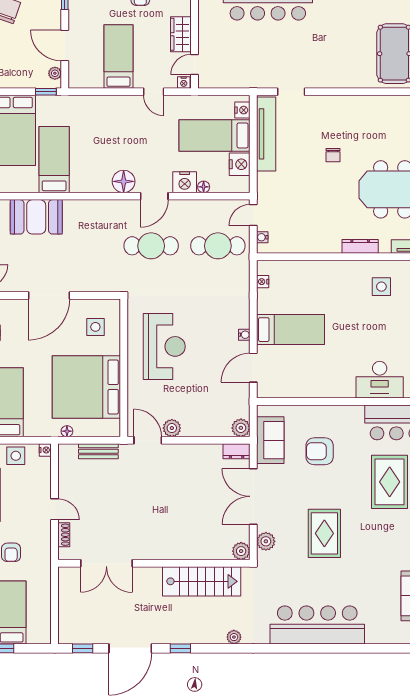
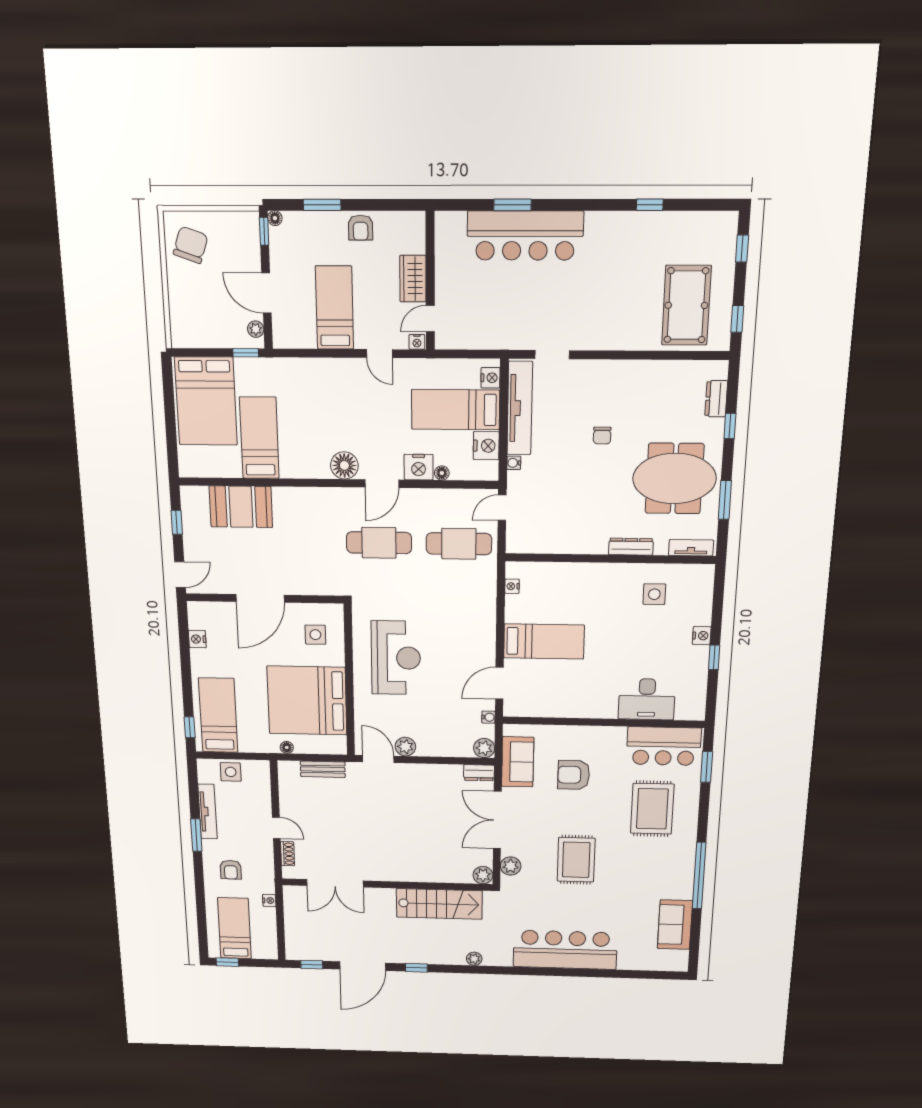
water cooler: (262, 237) -> (514, 463), moved
water cooler: (244, 335) -> (488, 717), moved
nightstand: (45, 450) -> (269, 900), moved

